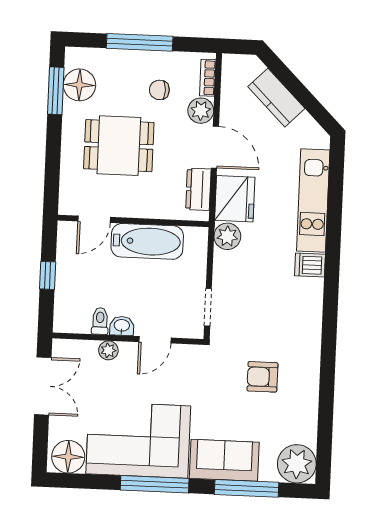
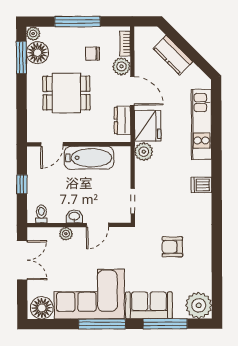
plant: (74, 57) -> (33, 34), added
dishwasher: (310, 265) -> (201, 185), moved
toilet: (100, 321) -> (41, 214), moved

